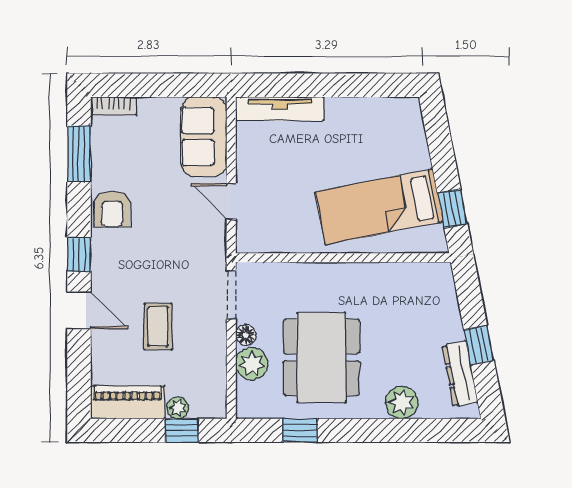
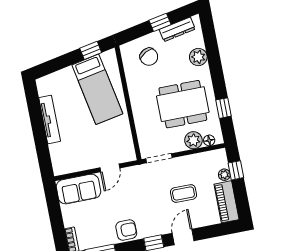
tv unit: (280, 109) -> (50, 119), moved
chair: (420, 312) -> (149, 57), added
floor lamp: (246, 335) -> (209, 140), moved

